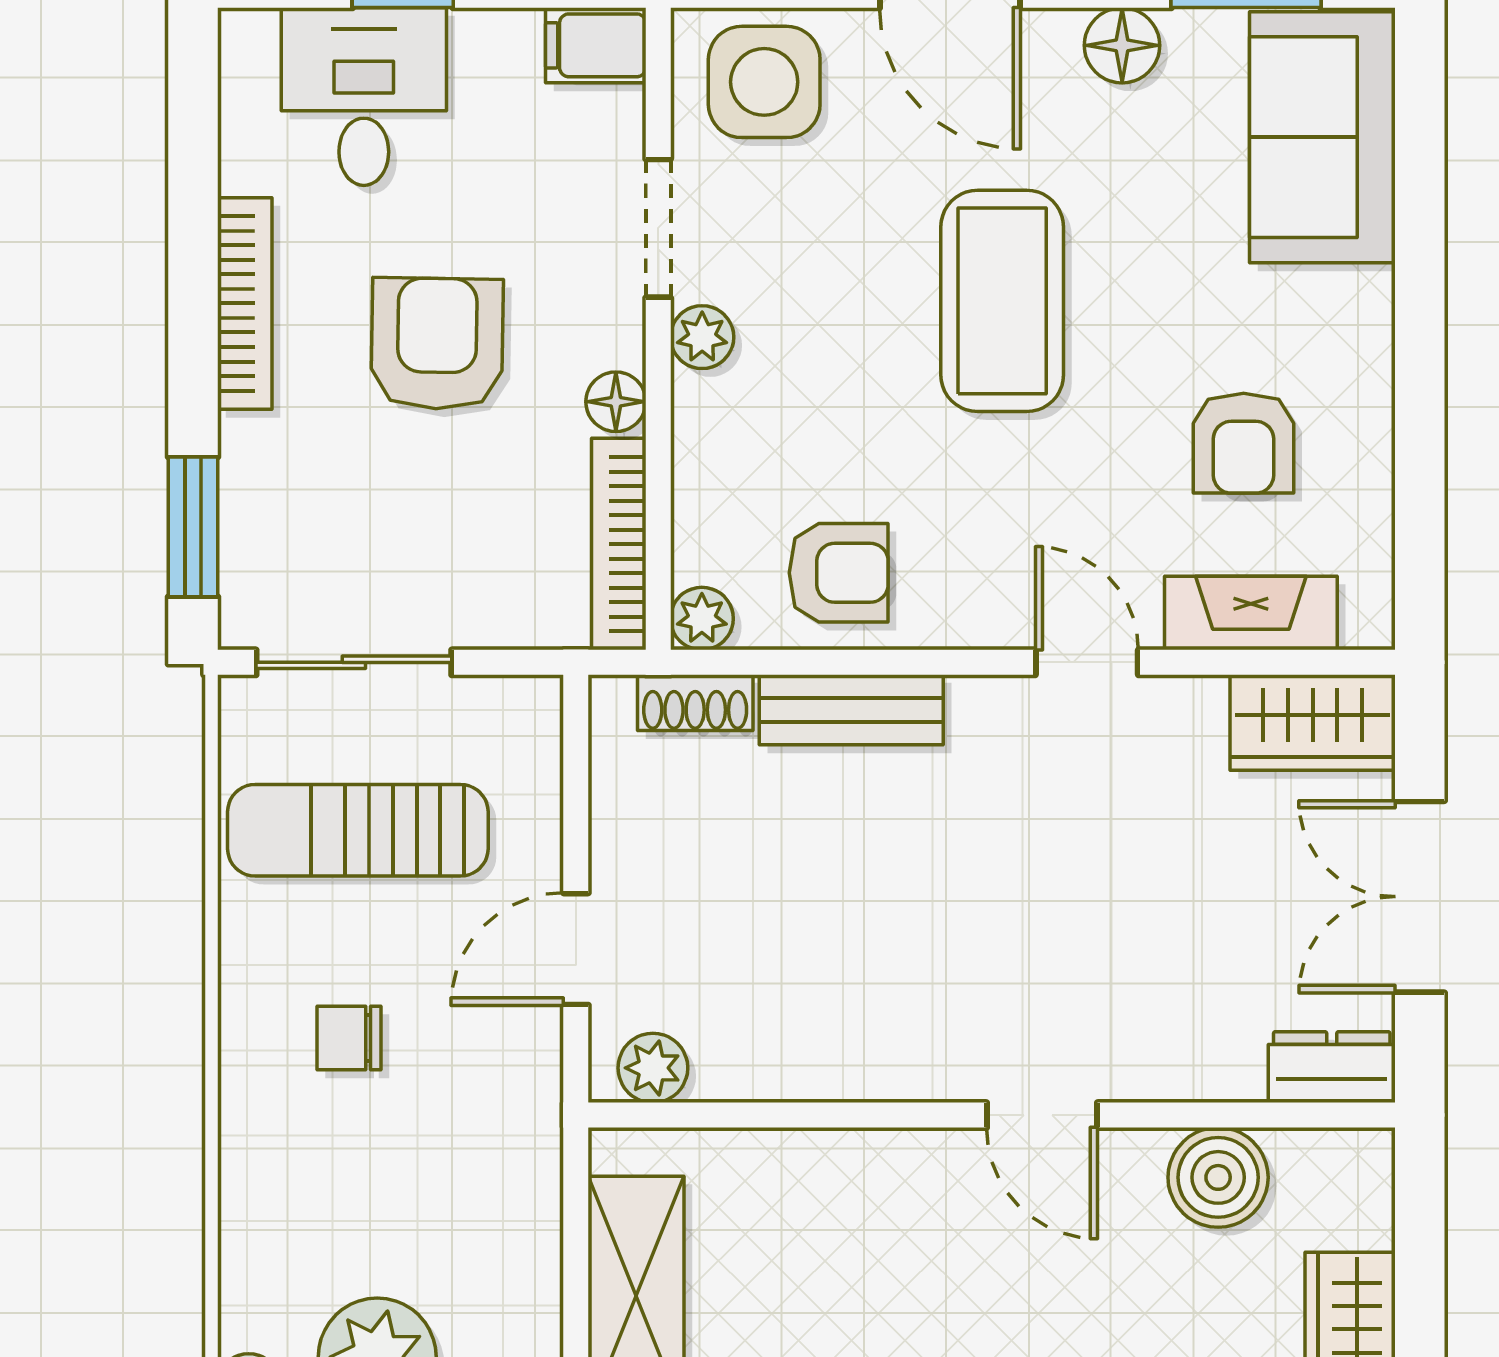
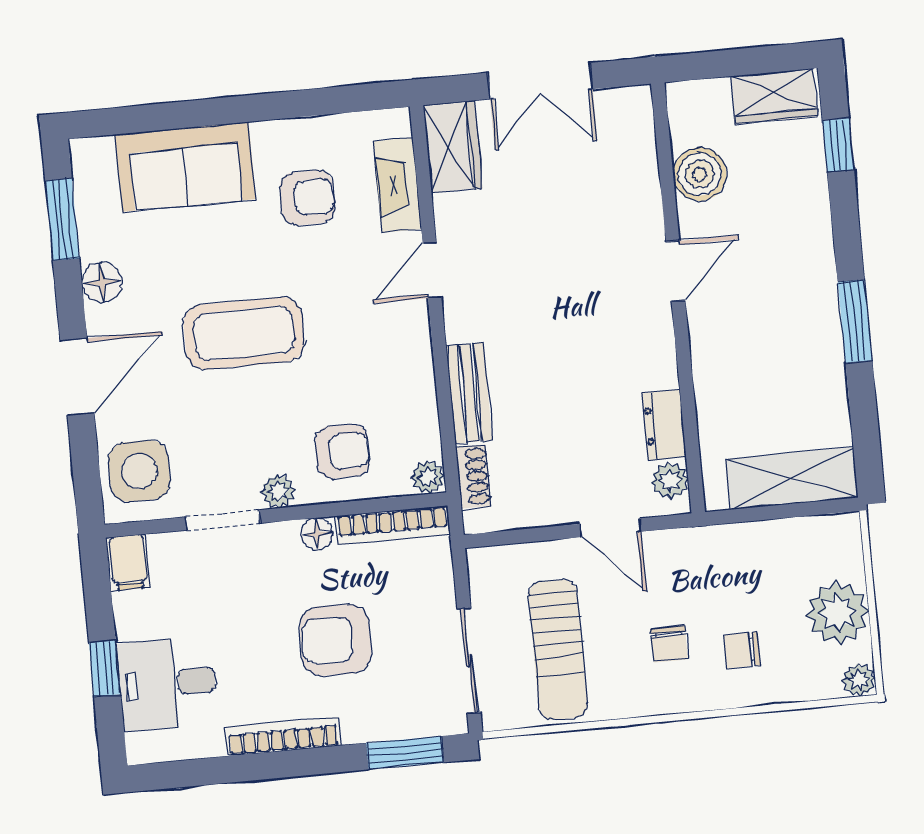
sofa: (1322, 137) -> (185, 167), moved
armchair: (437, 344) -> (335, 640), moved
armchair: (839, 573) -> (342, 451), moved, turned 90
dresser: (1332, 1067) -> (664, 425), moved
chair: (325, 1172) -> (742, 650), added

